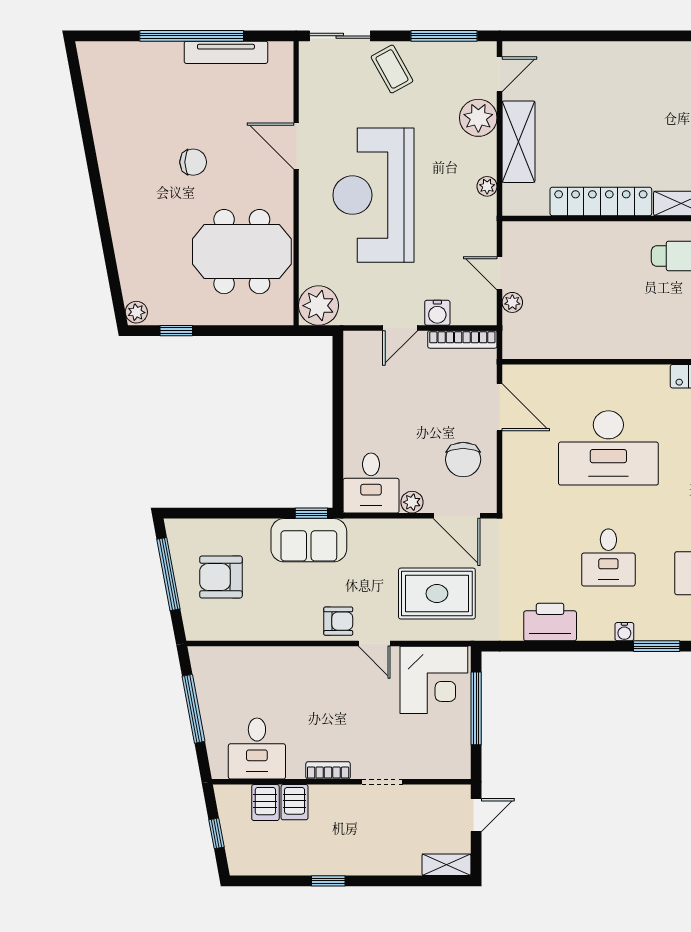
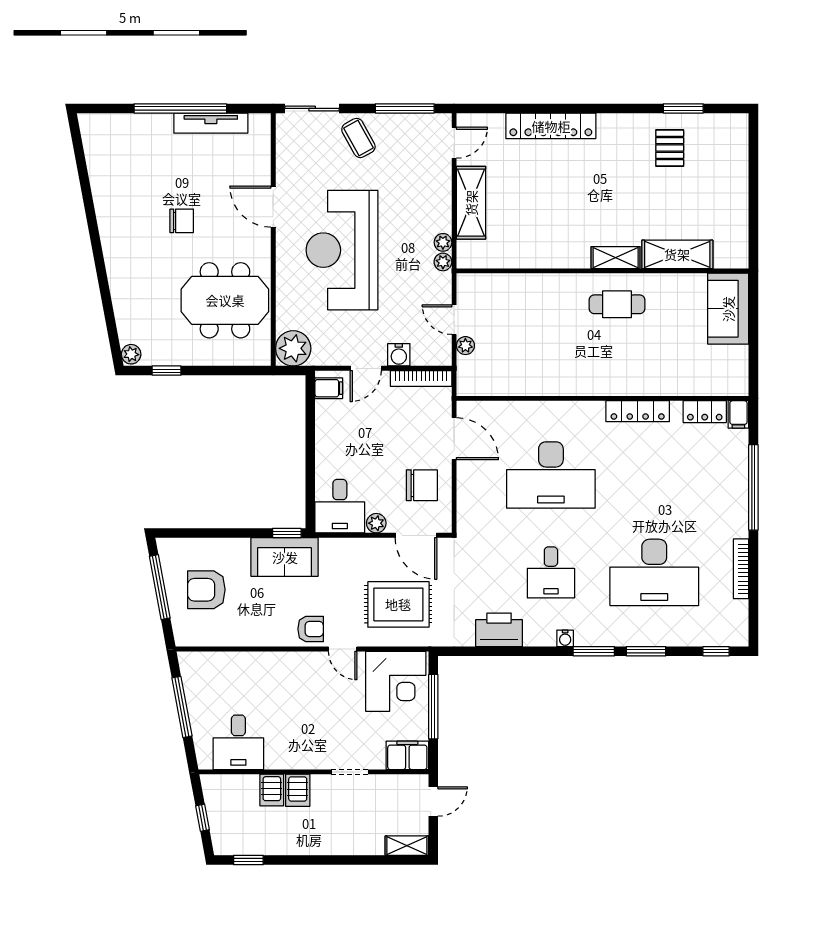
plant: (478, 118) -> (443, 262), moved, width x0.53, depth x0.53
locker: (601, 201) -> (551, 126), moved, turned 180
filing cabinet: (359, 350) -> (329, 388), added
chair: (463, 459) -> (422, 485), turned -90
filing cabinet: (447, 763) -> (407, 755), added
bookcase: (328, 770) -> (302, 762), removed
server rack: (265, 803) -> (298, 790), moved
window: (328, 881) -> (248, 860), moved

